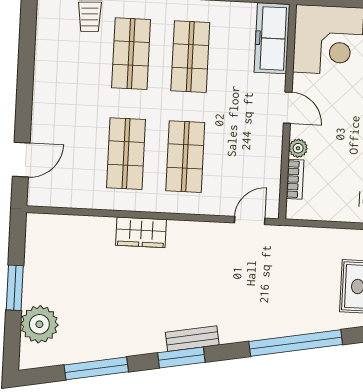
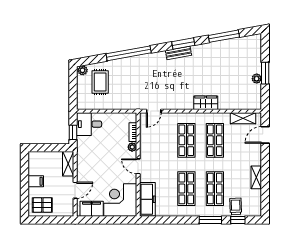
shelving: (44, 73) -> (256, 177), added
shelving: (65, 196) -> (243, 118), added
plant: (39, 324) -> (257, 79), moved, width x0.53, depth x0.53

